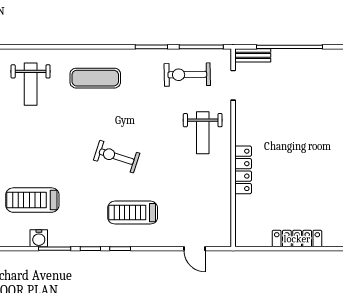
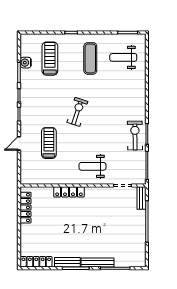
exercise bike: (187, 75) -> (135, 136), moved
exercise mat: (95, 78) -> (90, 58), moved
treadmill: (133, 213) -> (49, 143), moved
locker: (297, 239) -> (26, 208), moved
door: (194, 249) -> (19, 143), moved

